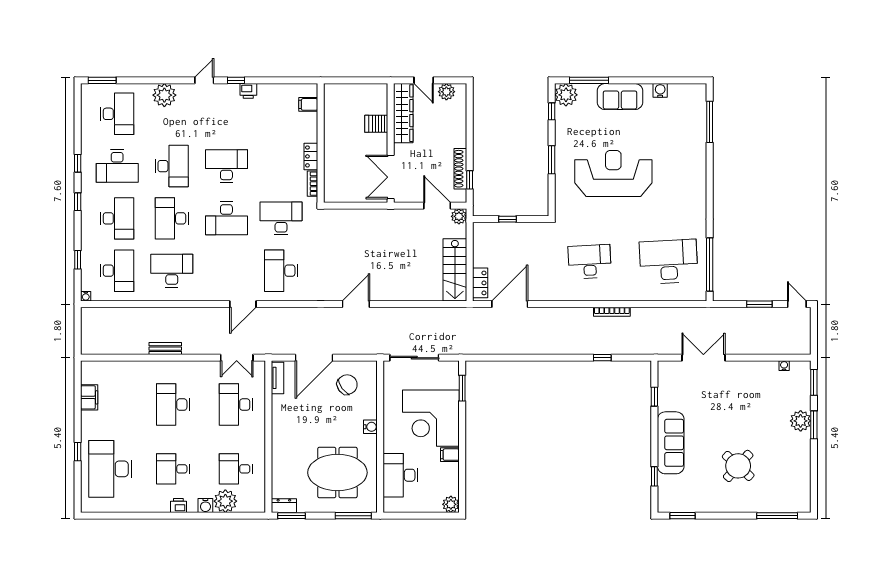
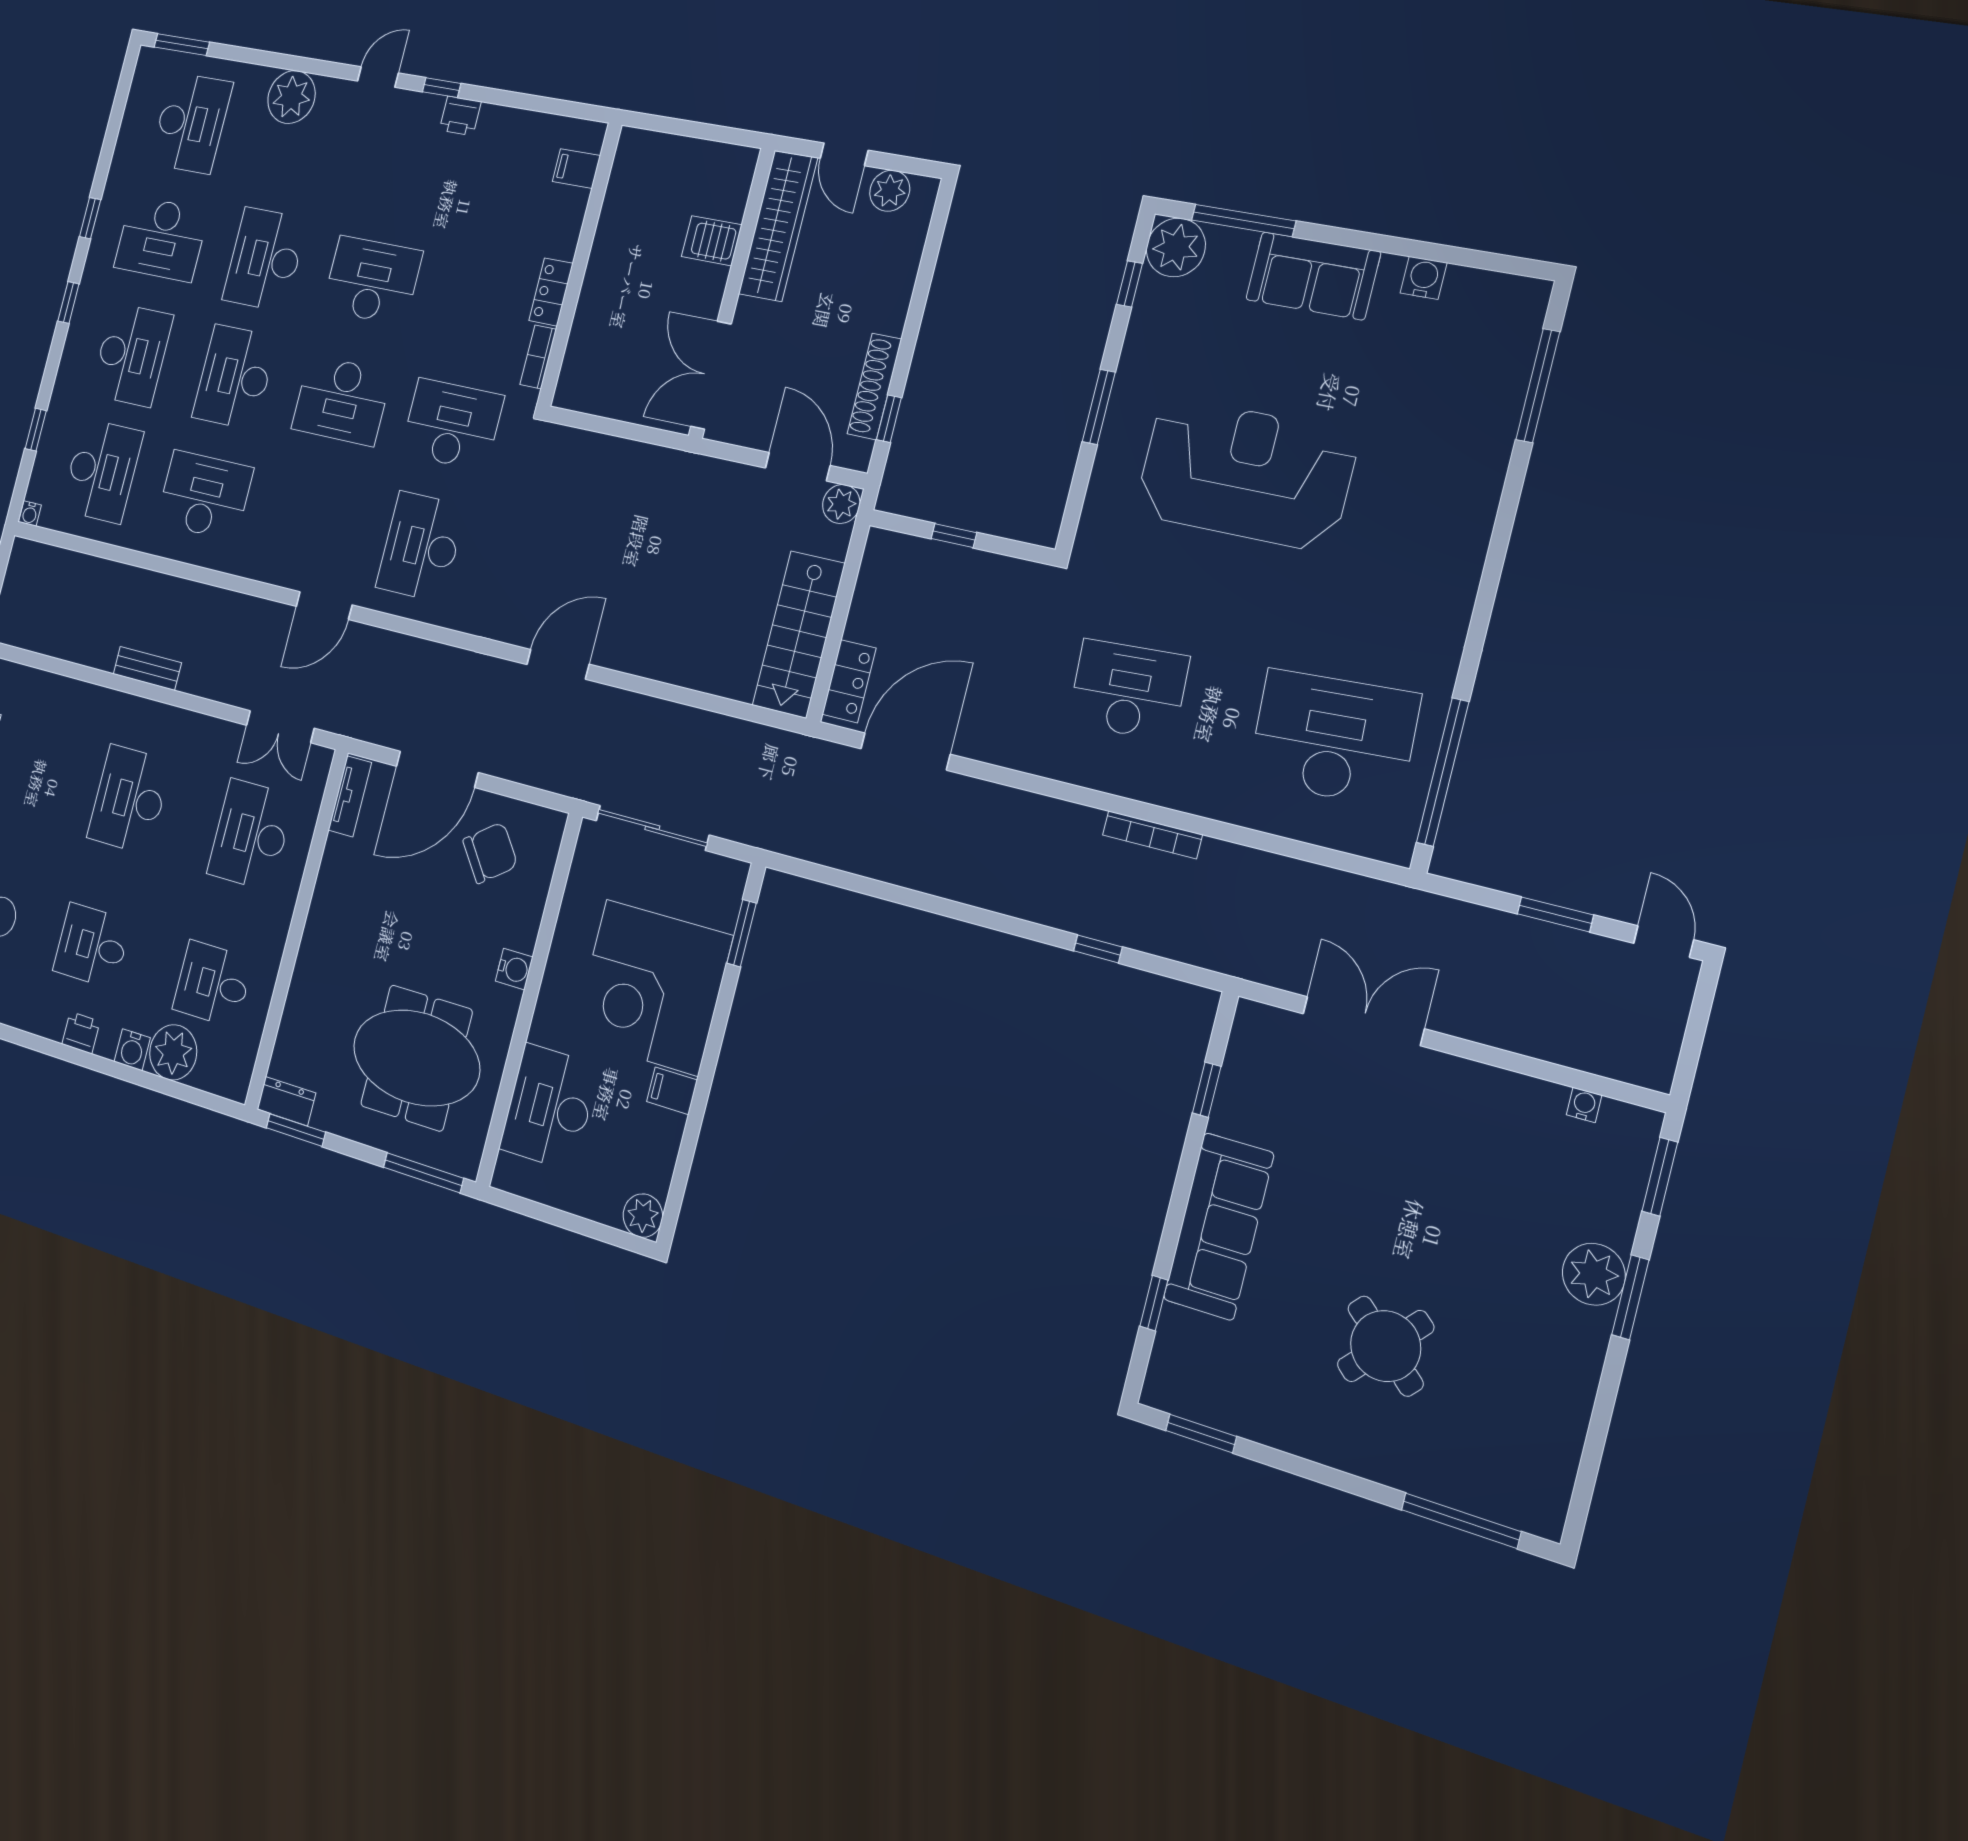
desk: (172, 166) -> (265, 259), turned 180

